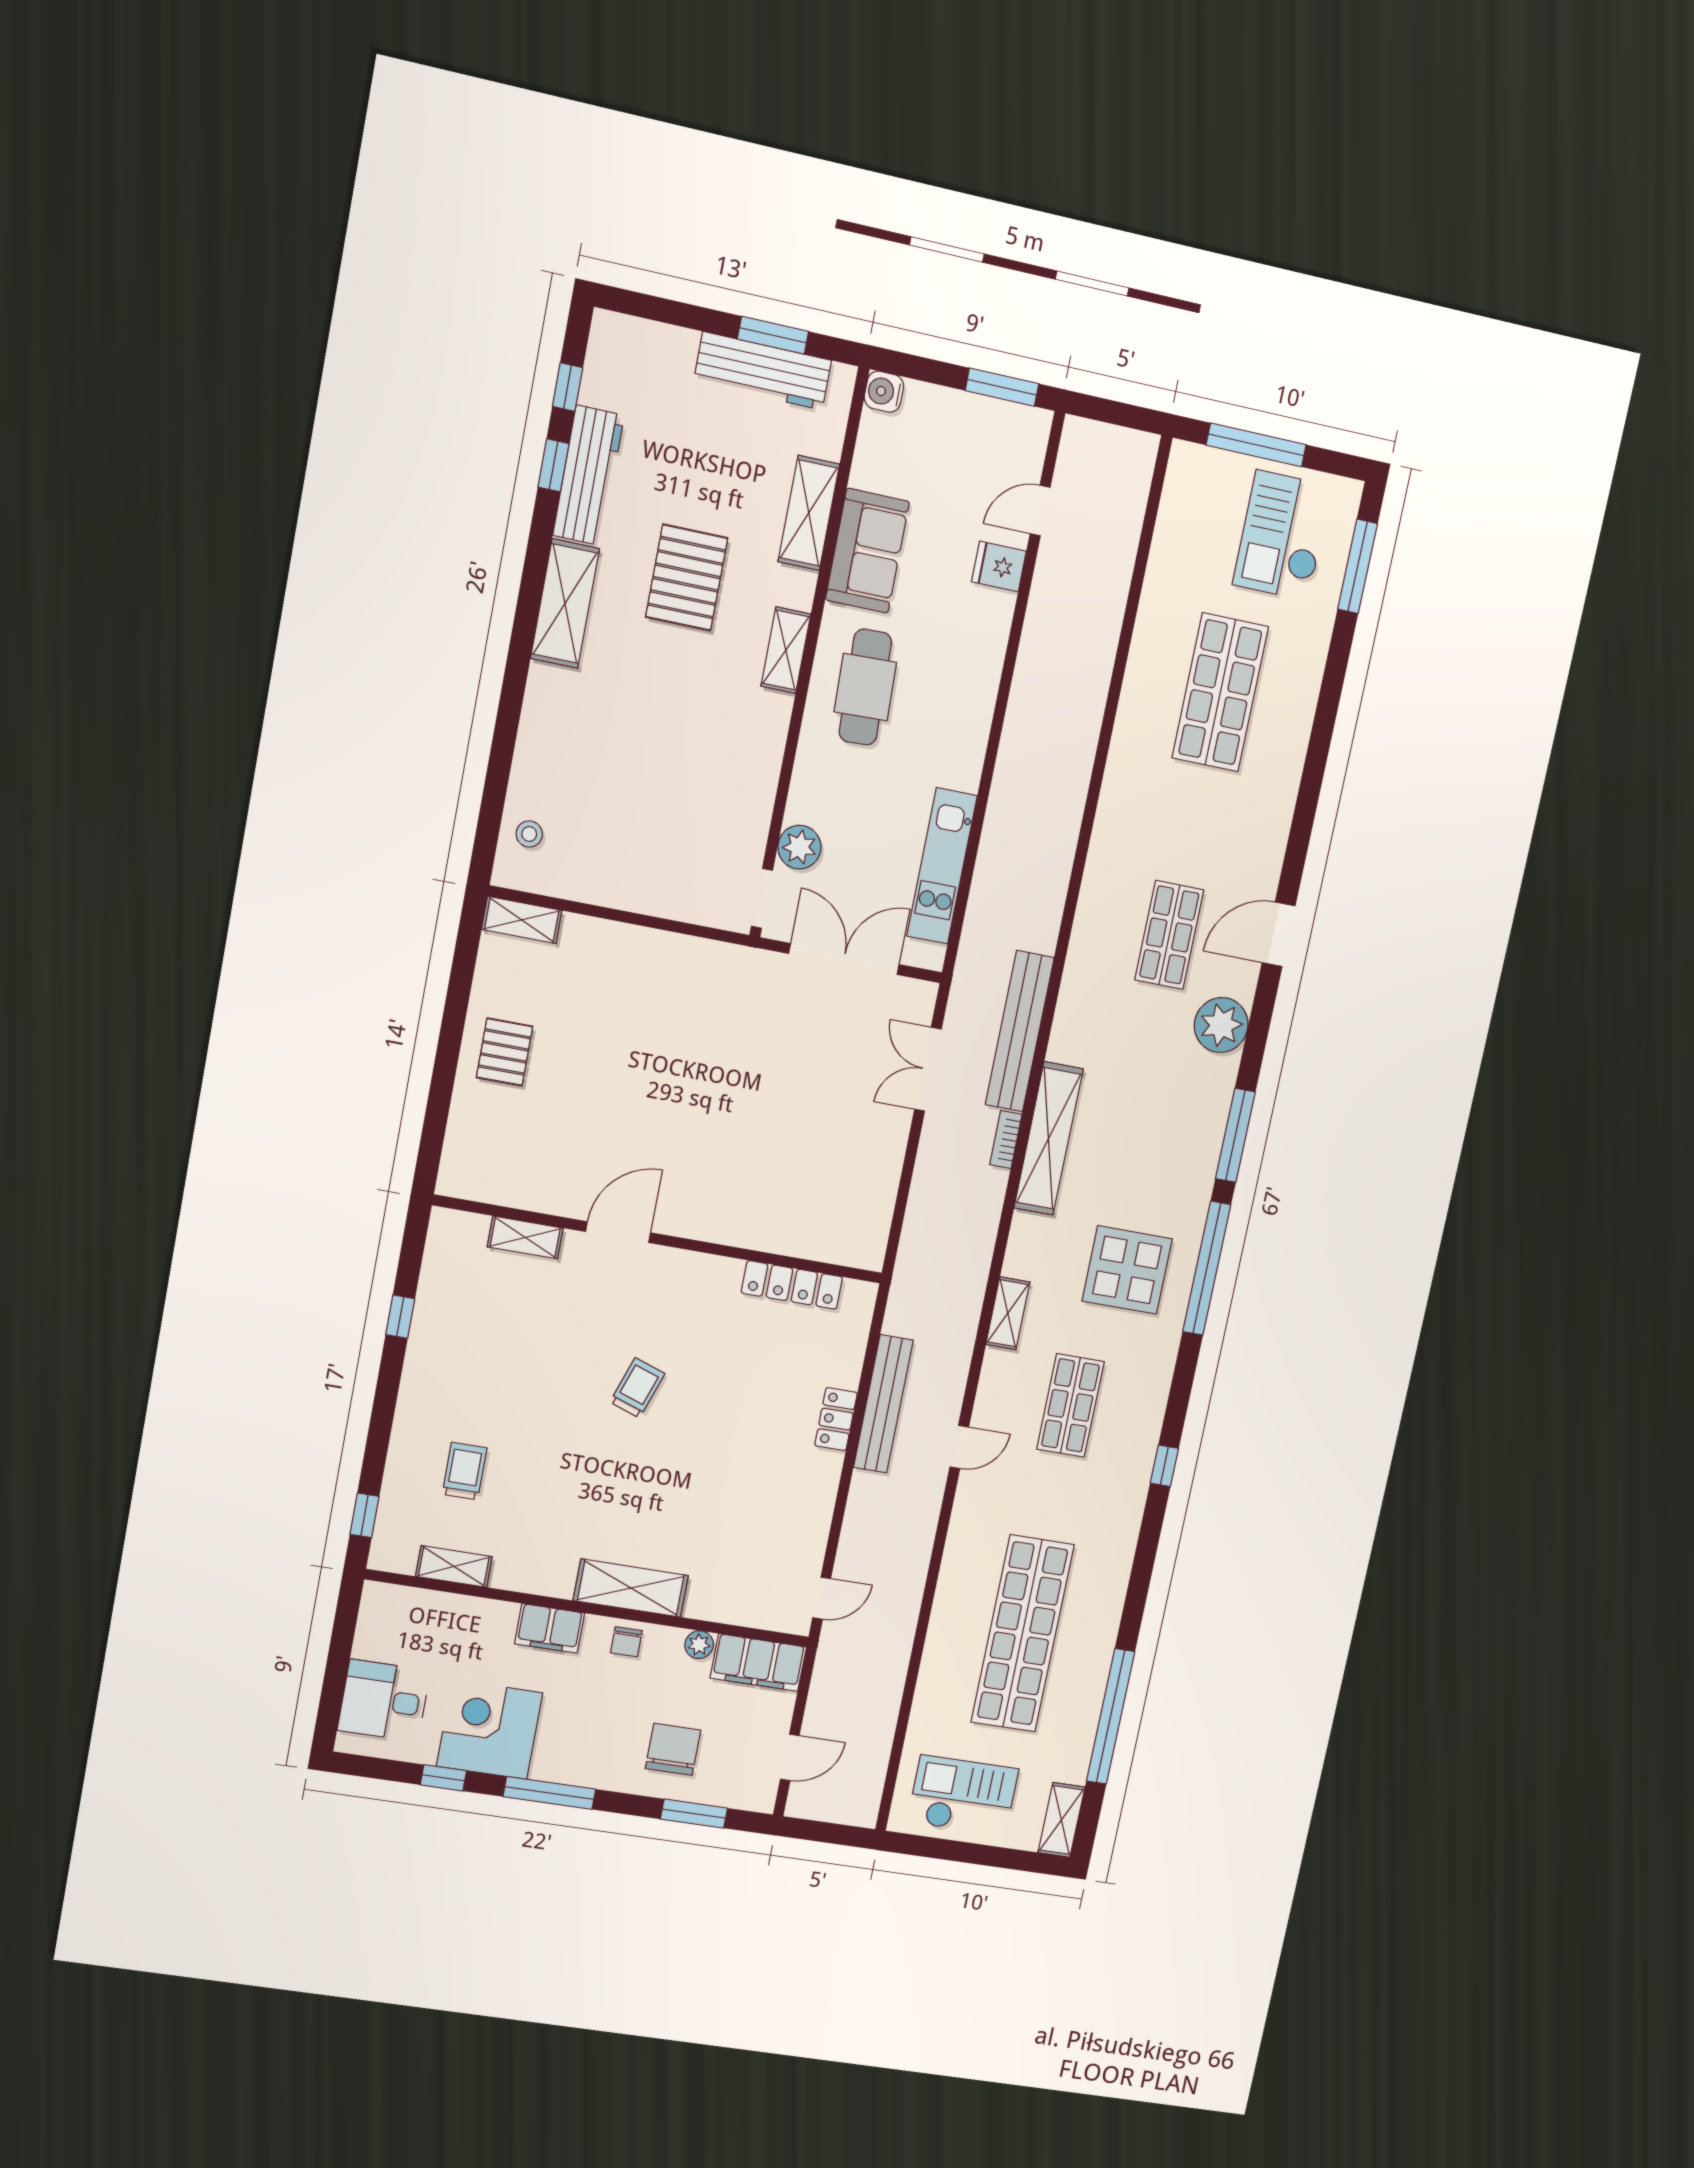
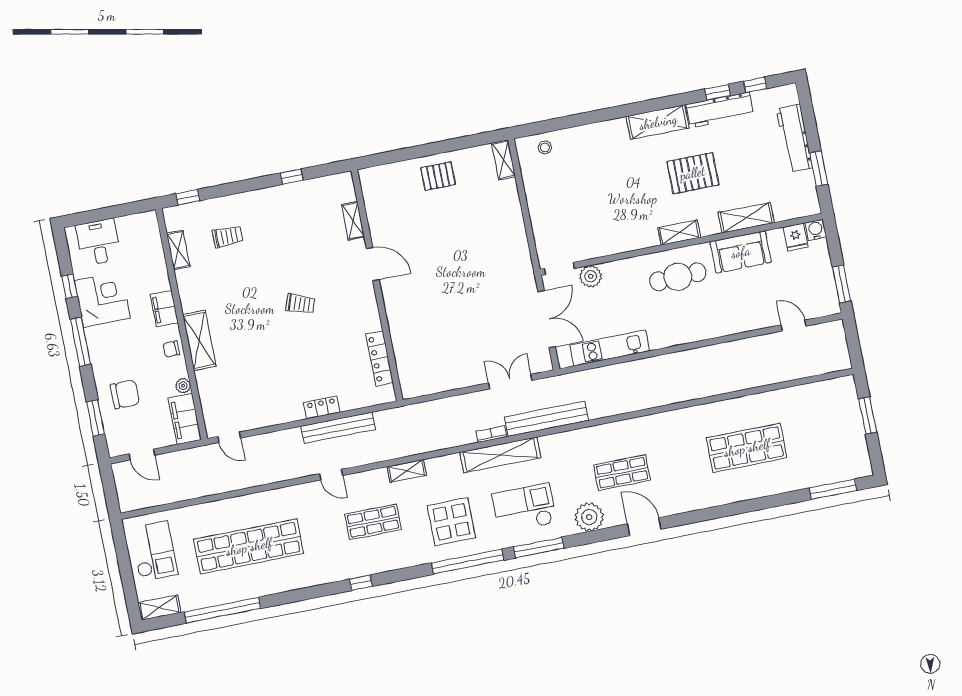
workbench: (763, 371) -> (794, 138), moved
window: (1256, 445) -> (868, 416), width x0.69
checkout: (1282, 536) -> (524, 508), moved
fridge: (999, 566) -> (796, 237), moved, turned 180

